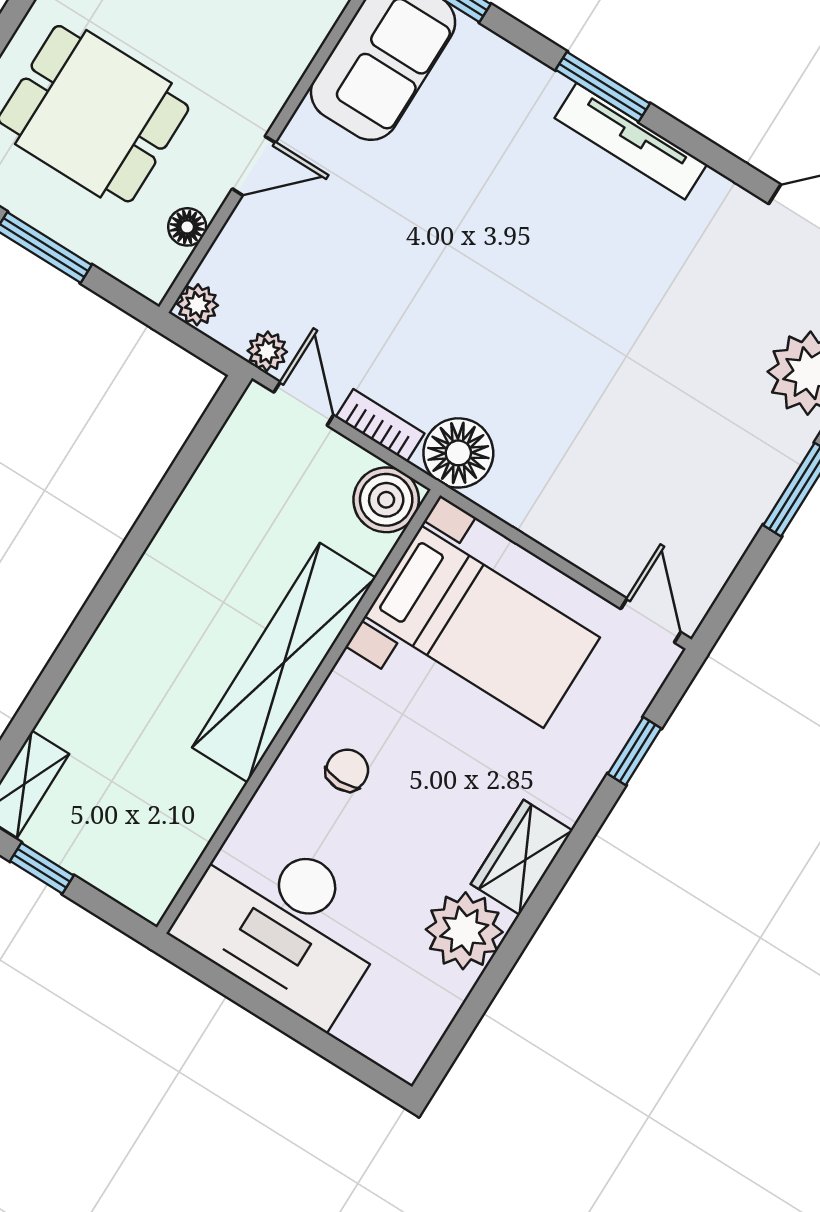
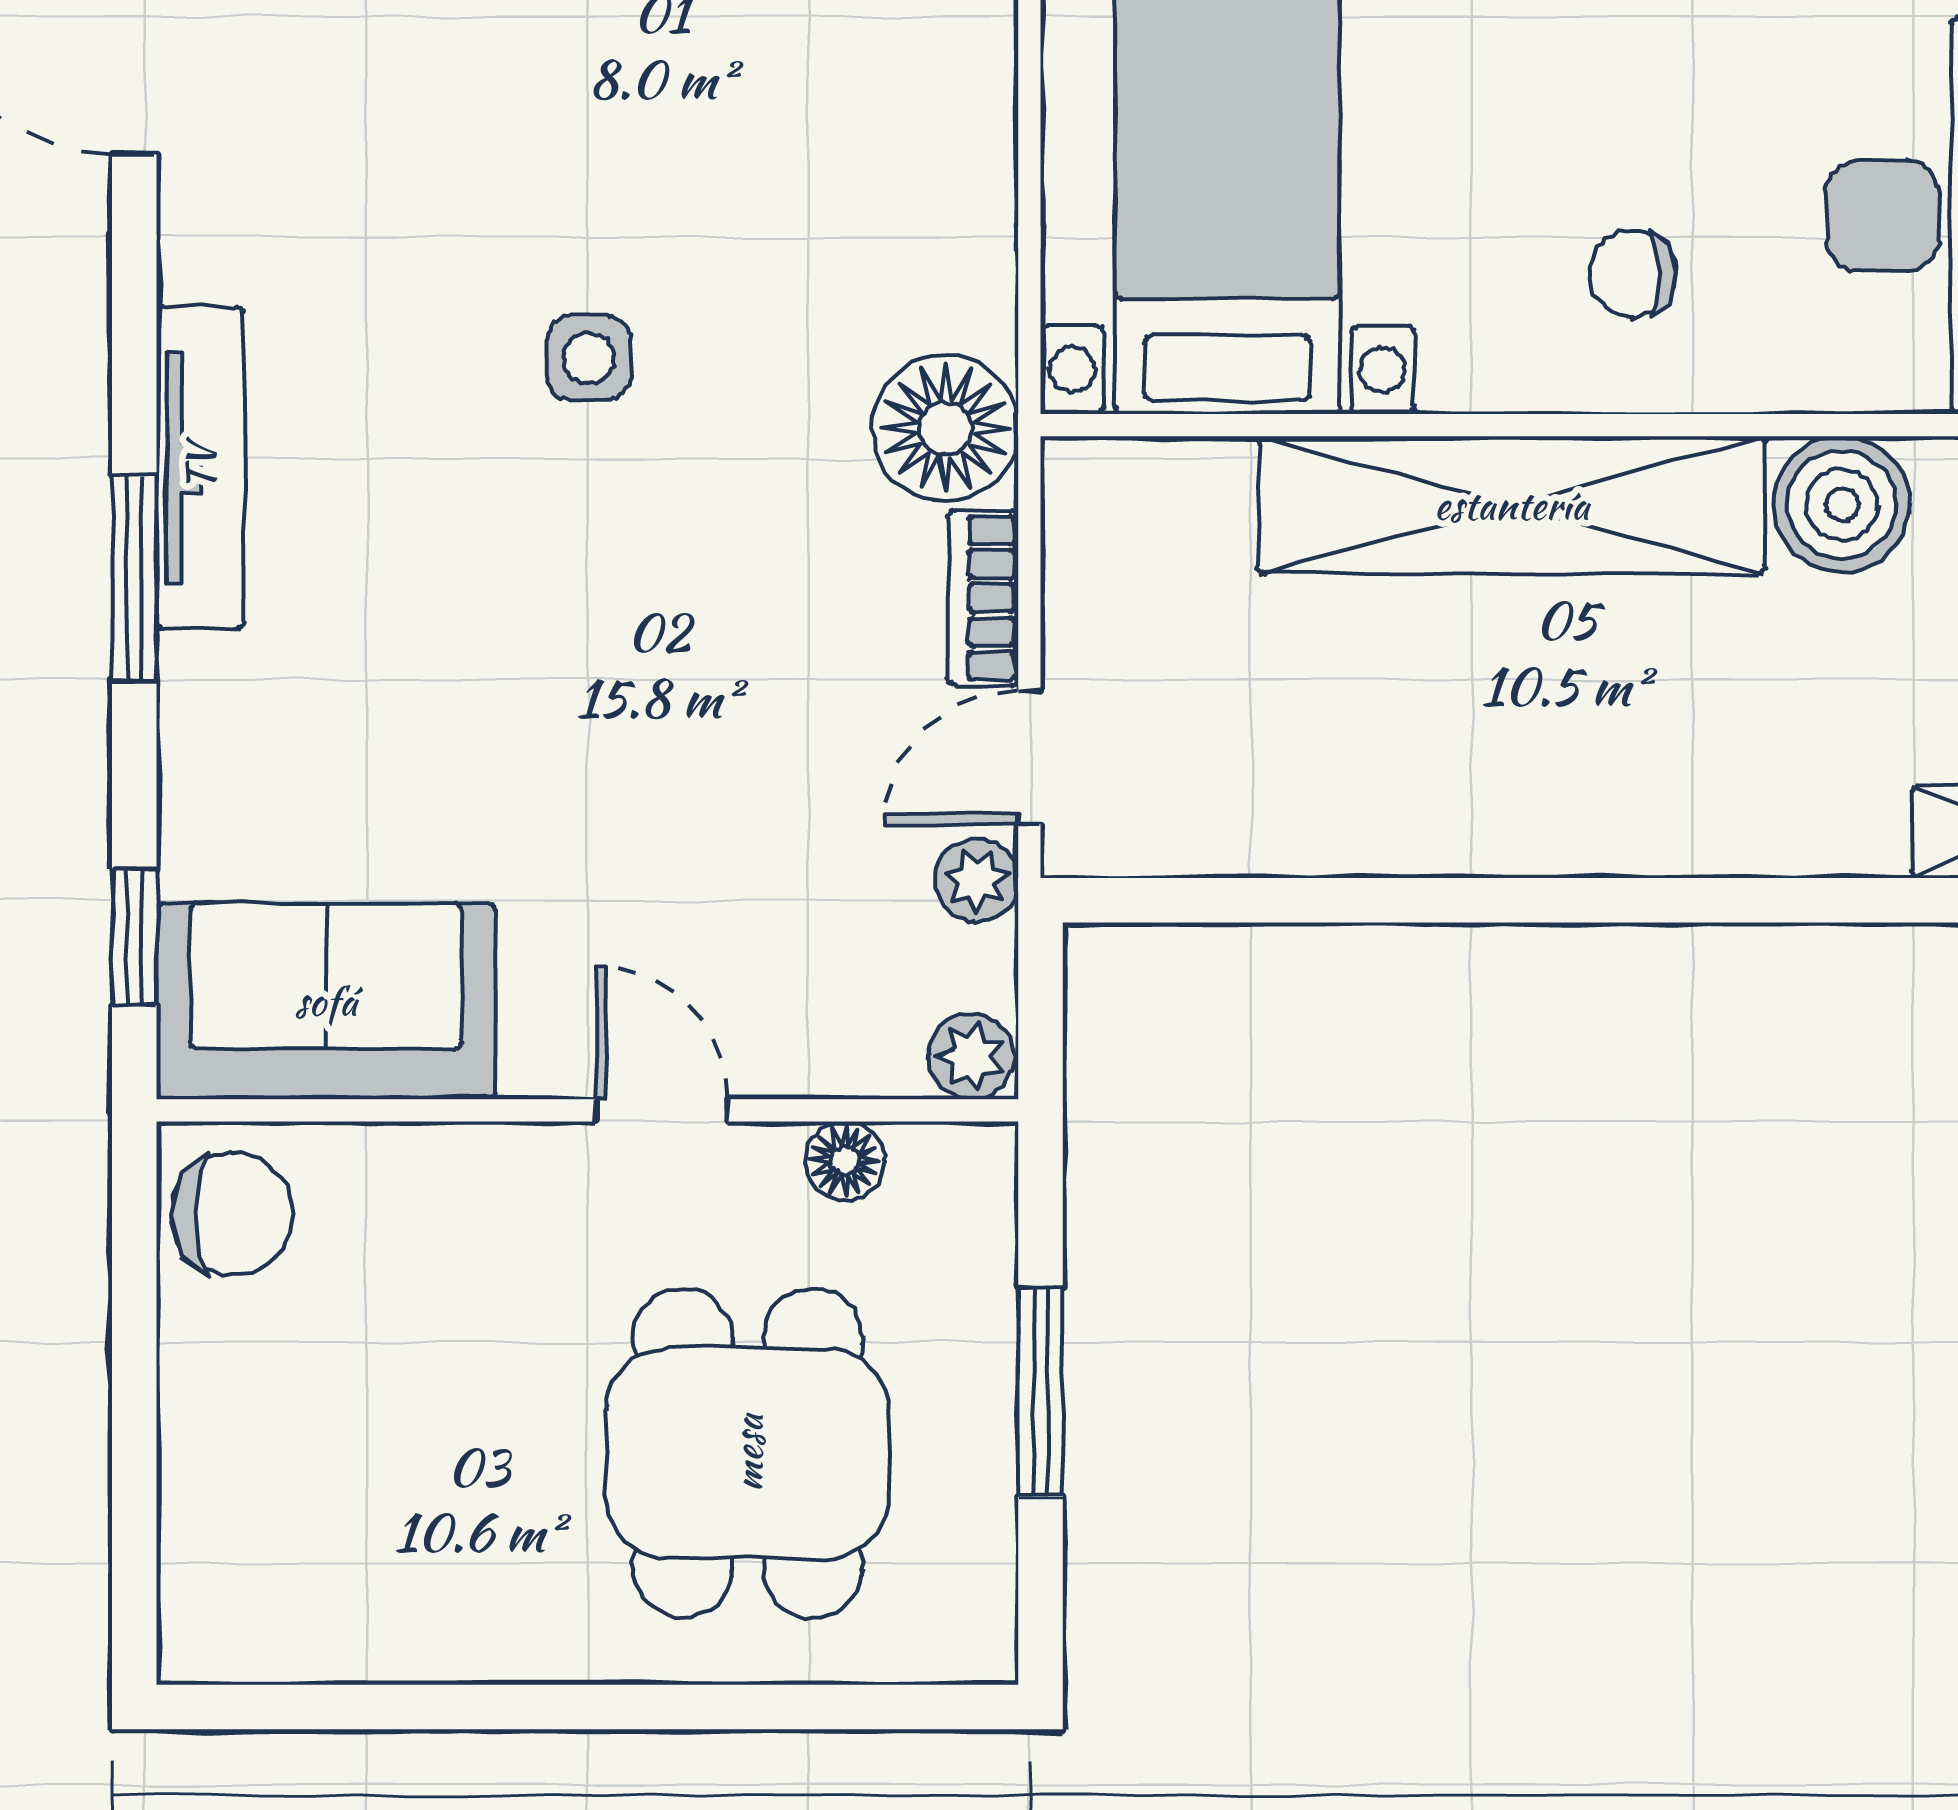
side table: (577, 326) -> (589, 358), added
boiler: (386, 500) -> (1842, 504), moved

